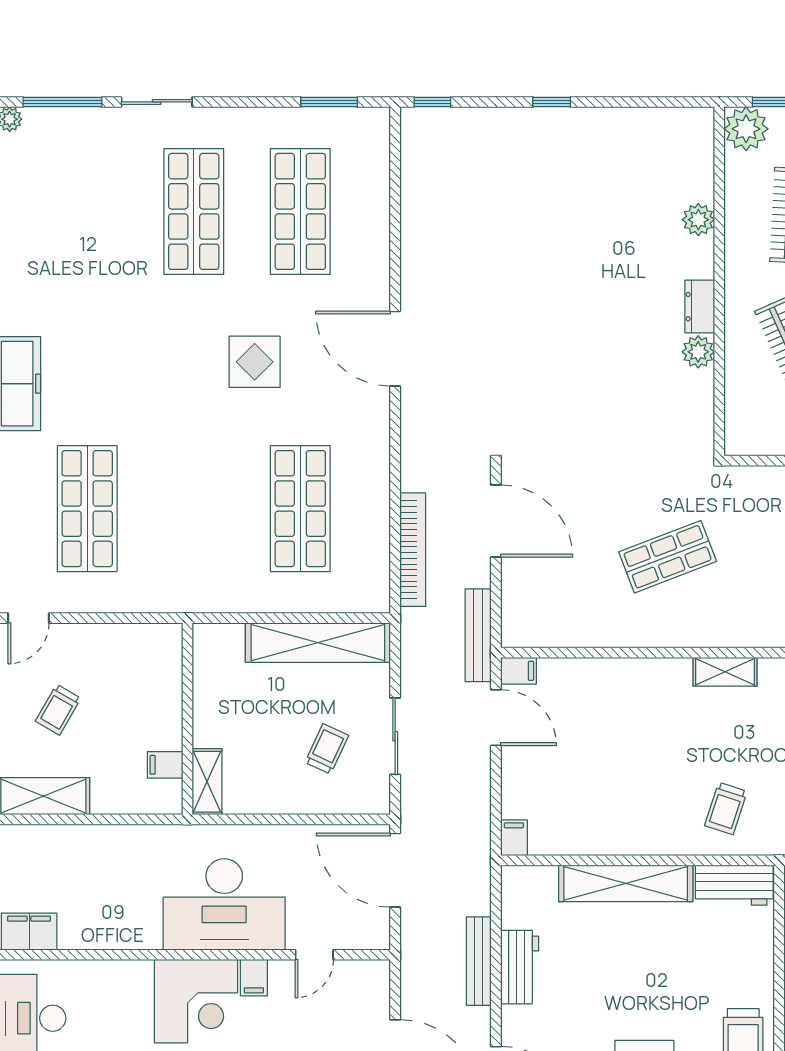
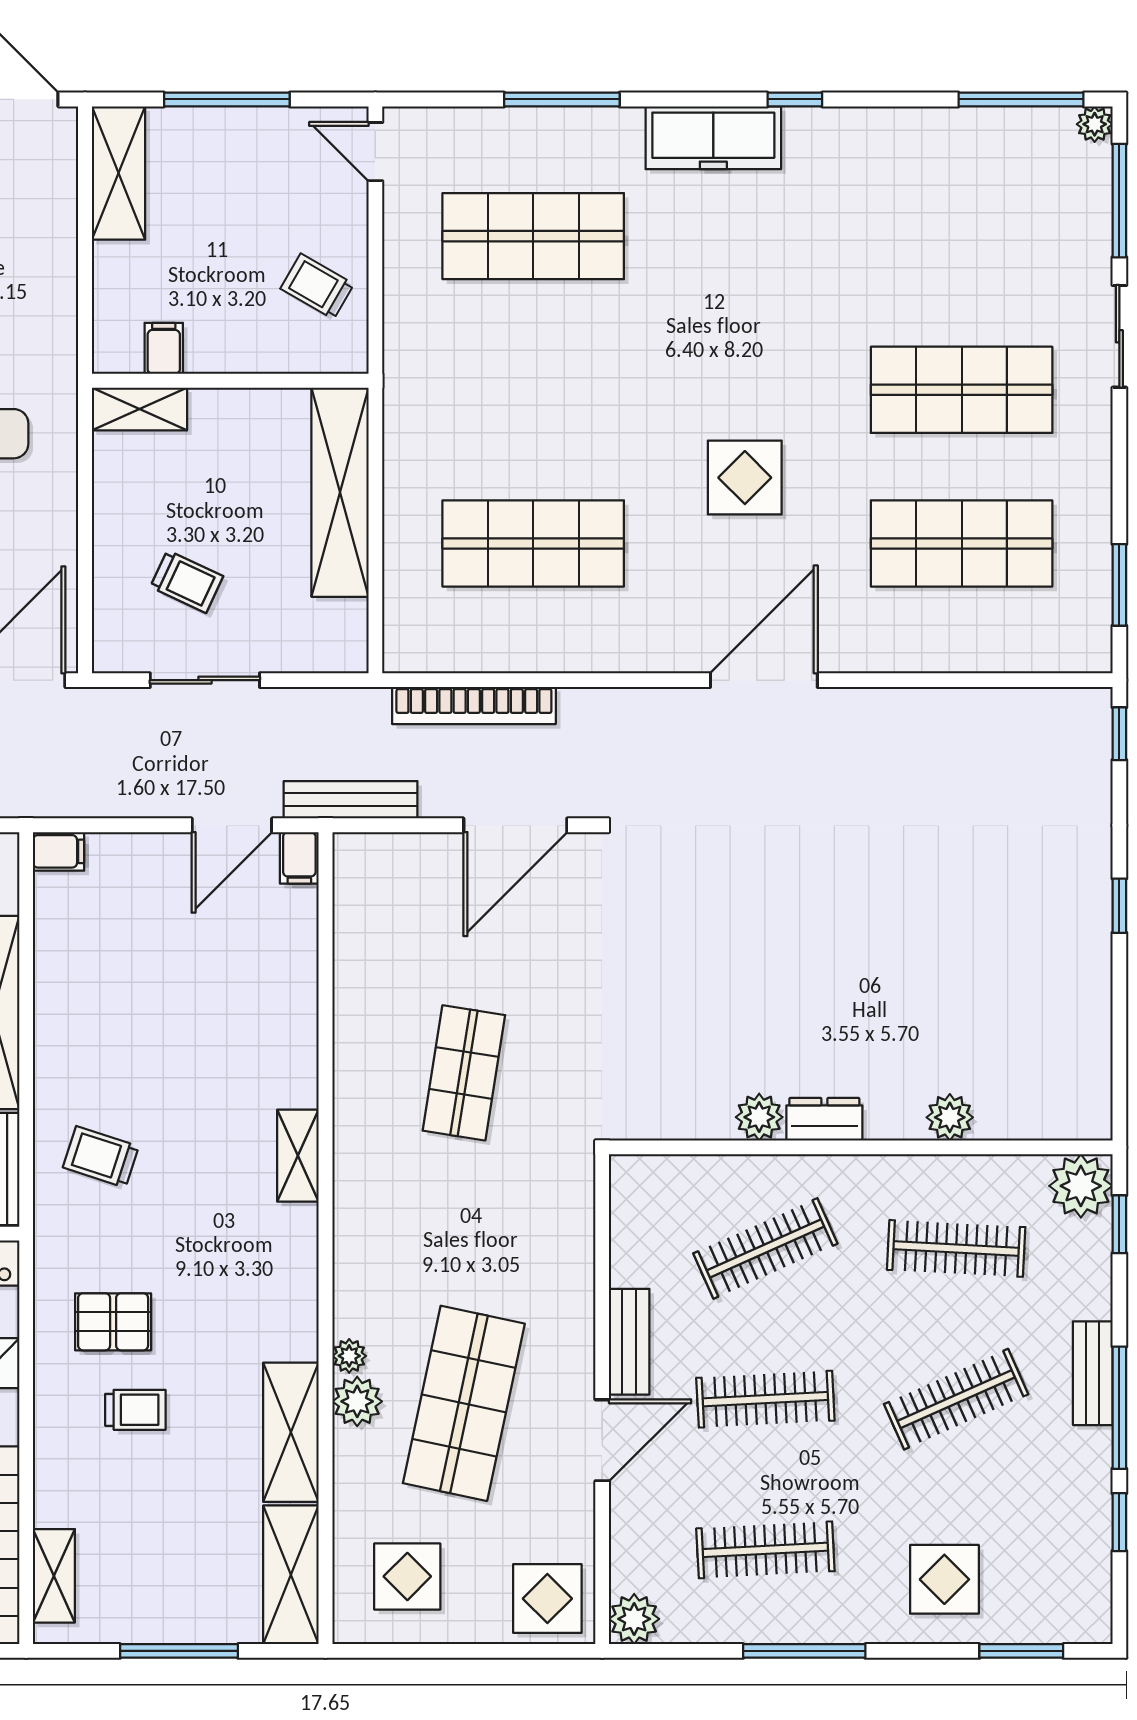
shop shelf: (668, 557) -> (464, 1073), turned 30
shelving: (318, 643) -> (340, 492), moved
trolley: (58, 710) -> (317, 286), moved

